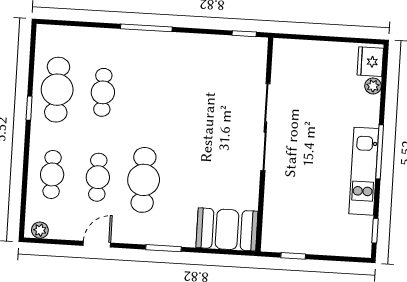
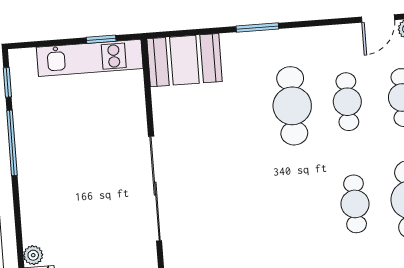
window: (380, 152) -> (12, 143), moved
kitchen unit: (364, 171) -> (90, 58), moved, turned 90
door: (97, 244) -> (378, 18), moved

